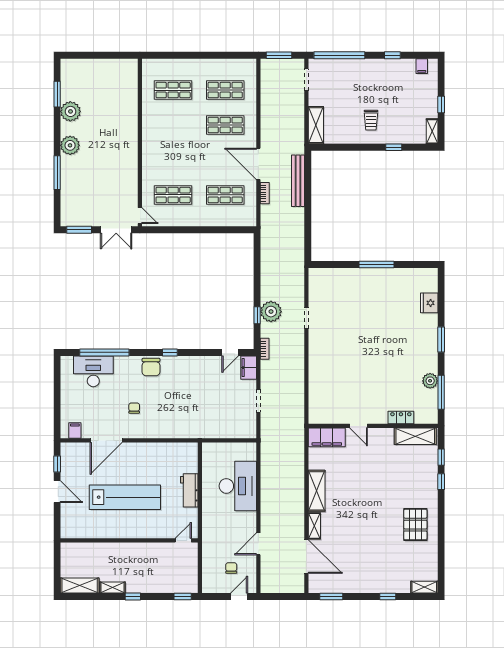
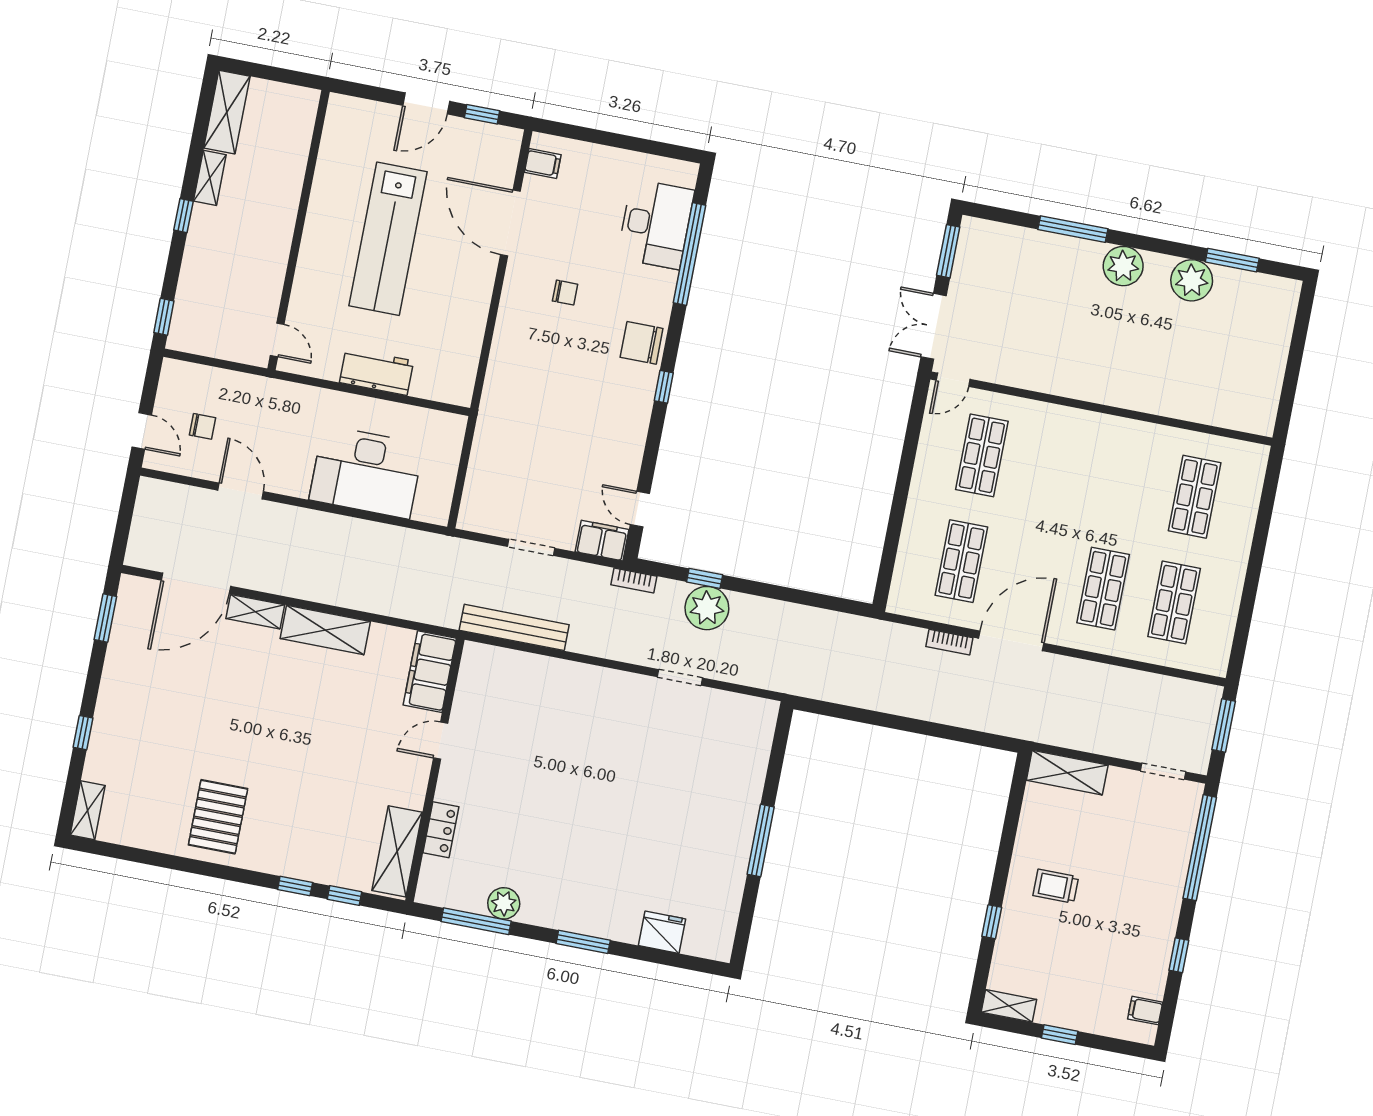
bench: (298, 181) -> (514, 627), moved
pallet: (415, 525) -> (218, 817), turned 90

